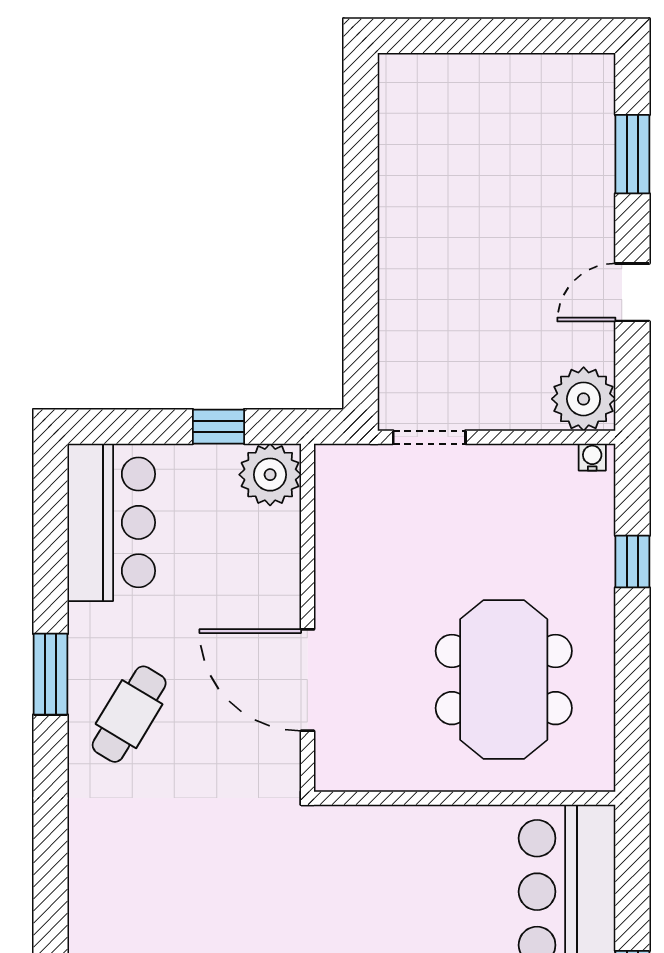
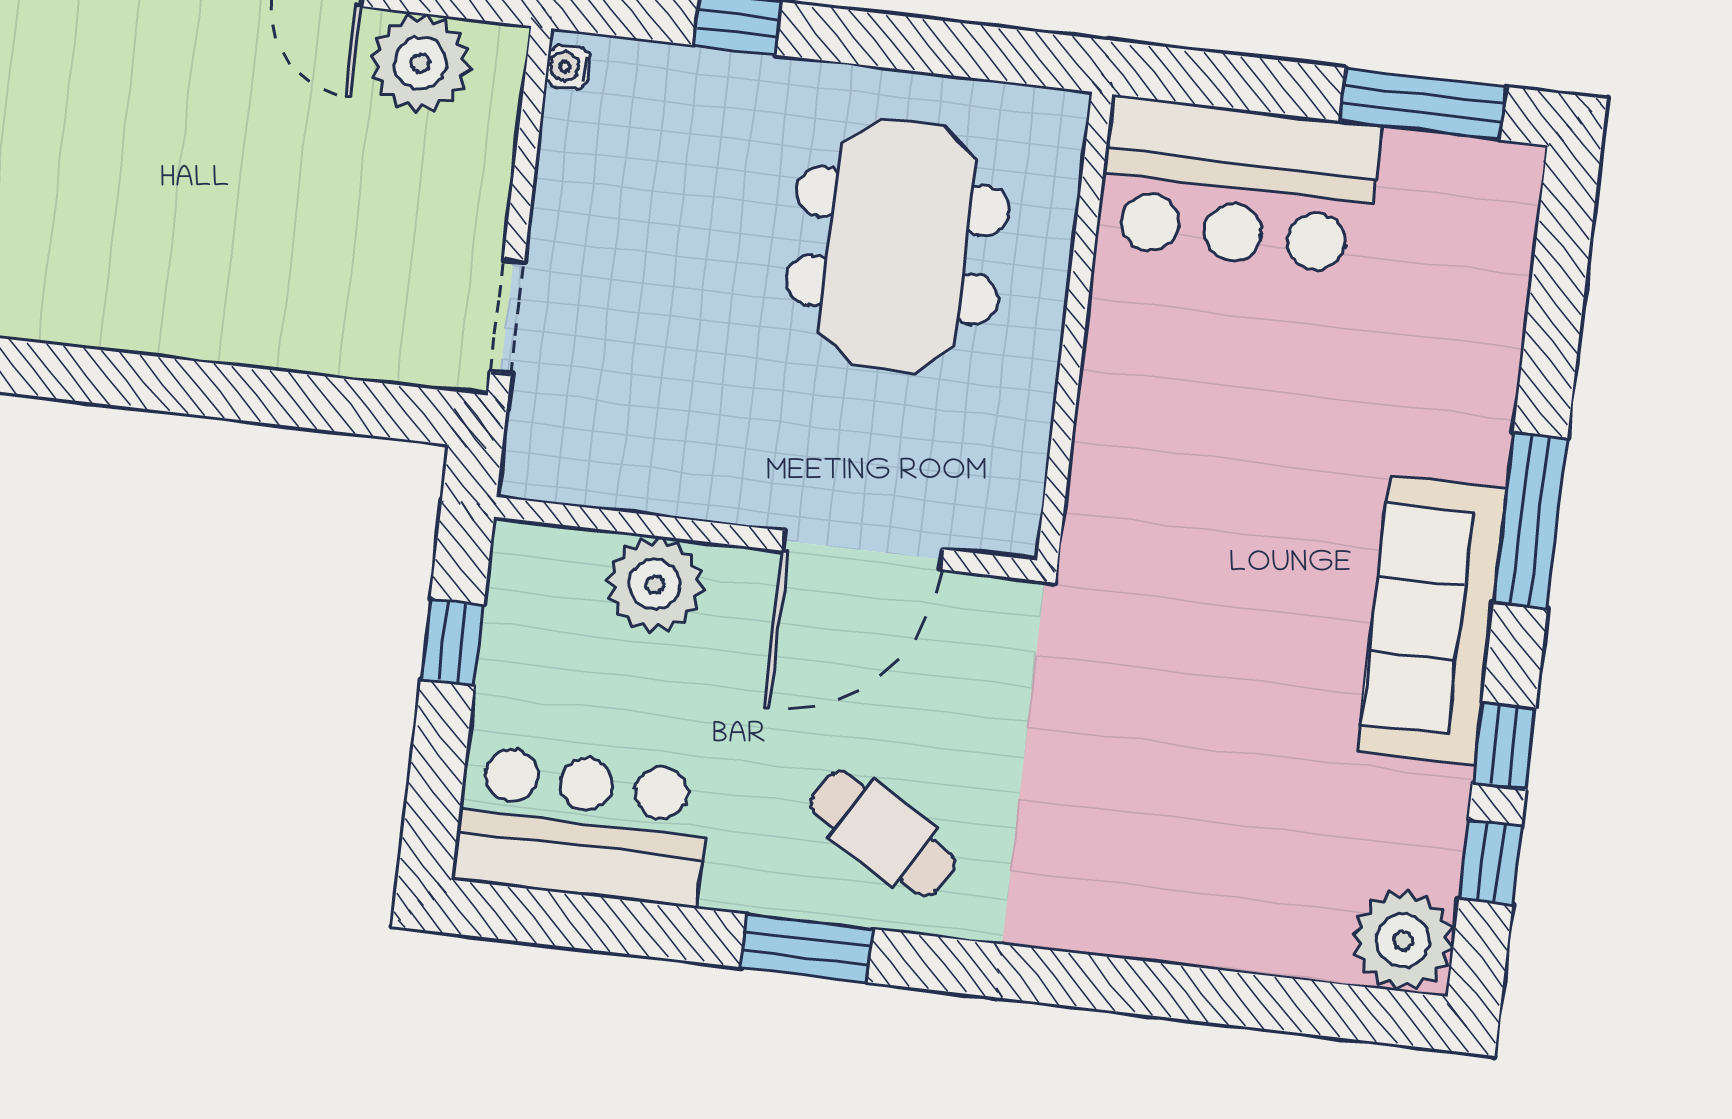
plant: (584, 399) -> (420, 63), moved
plant: (270, 475) -> (655, 585), moved
meeting table: (504, 680) -> (897, 245), turned 90

